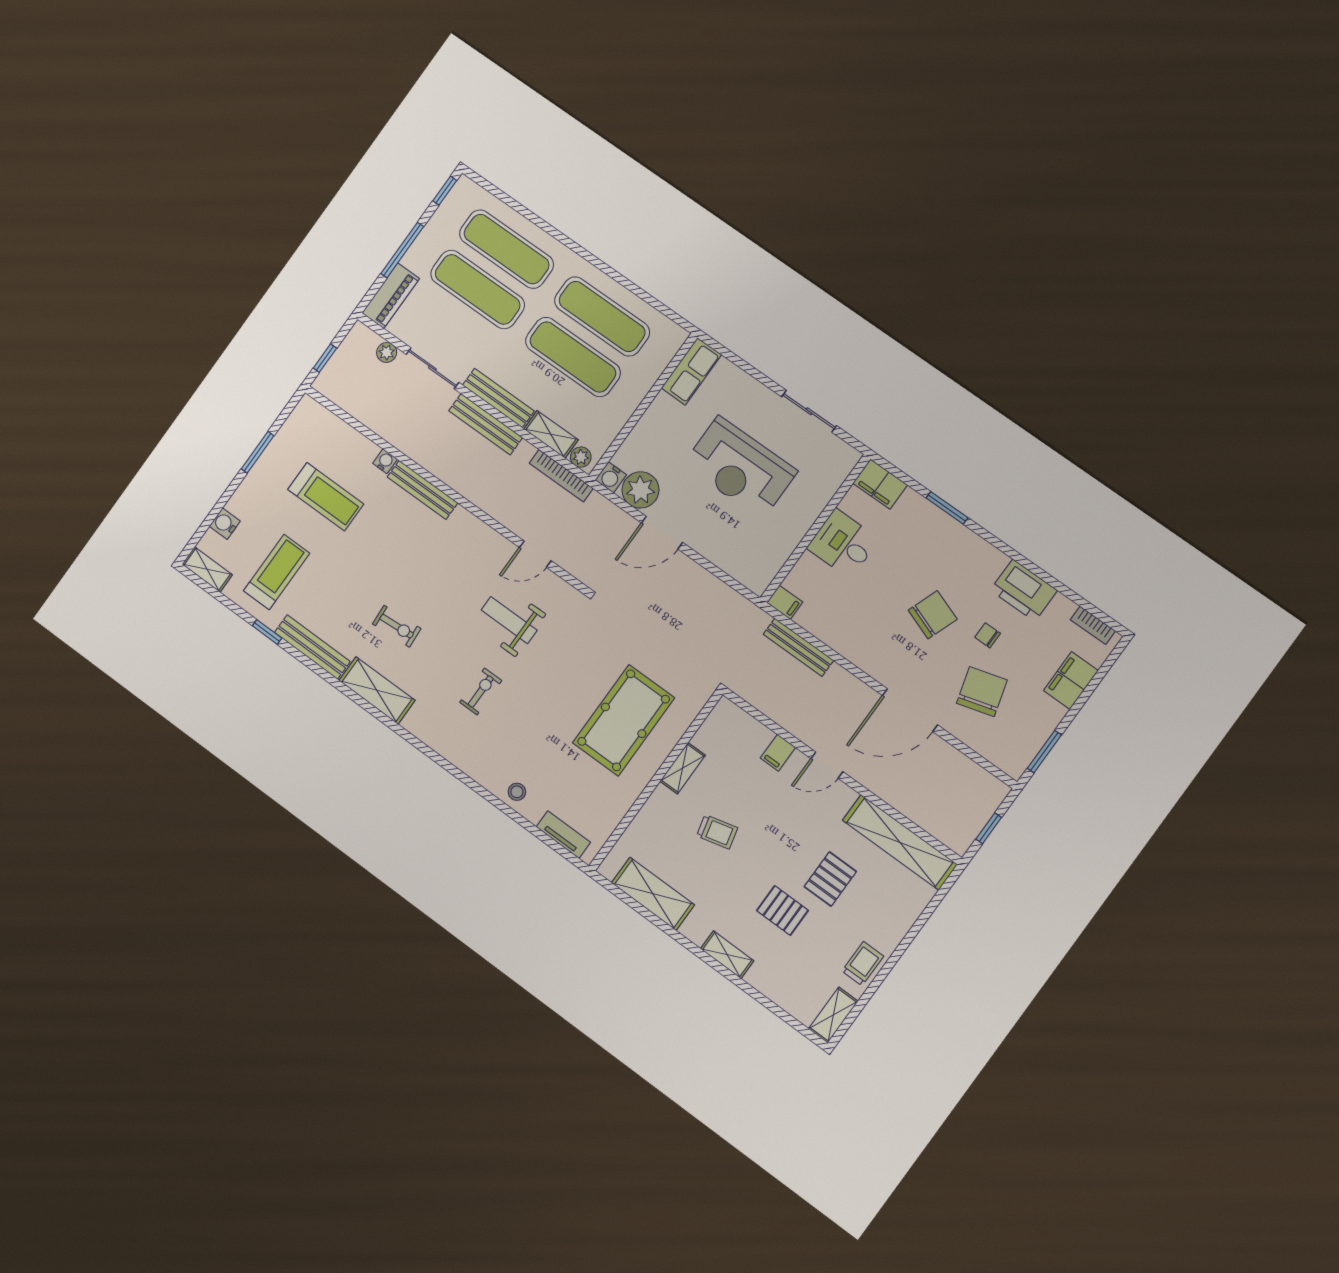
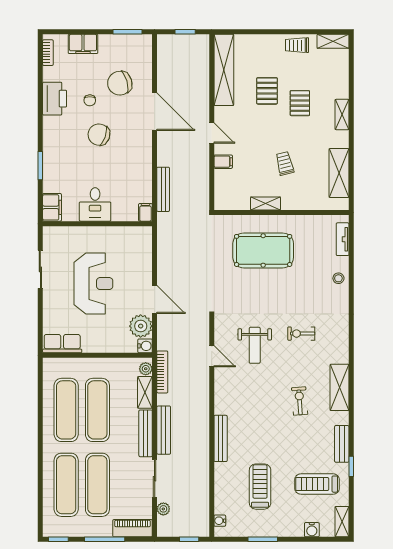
water cooler: (385, 461) -> (220, 521), moved
bench: (312, 647) -> (342, 444), width x0.73
pallet: (830, 879) -> (267, 91), turned 90

